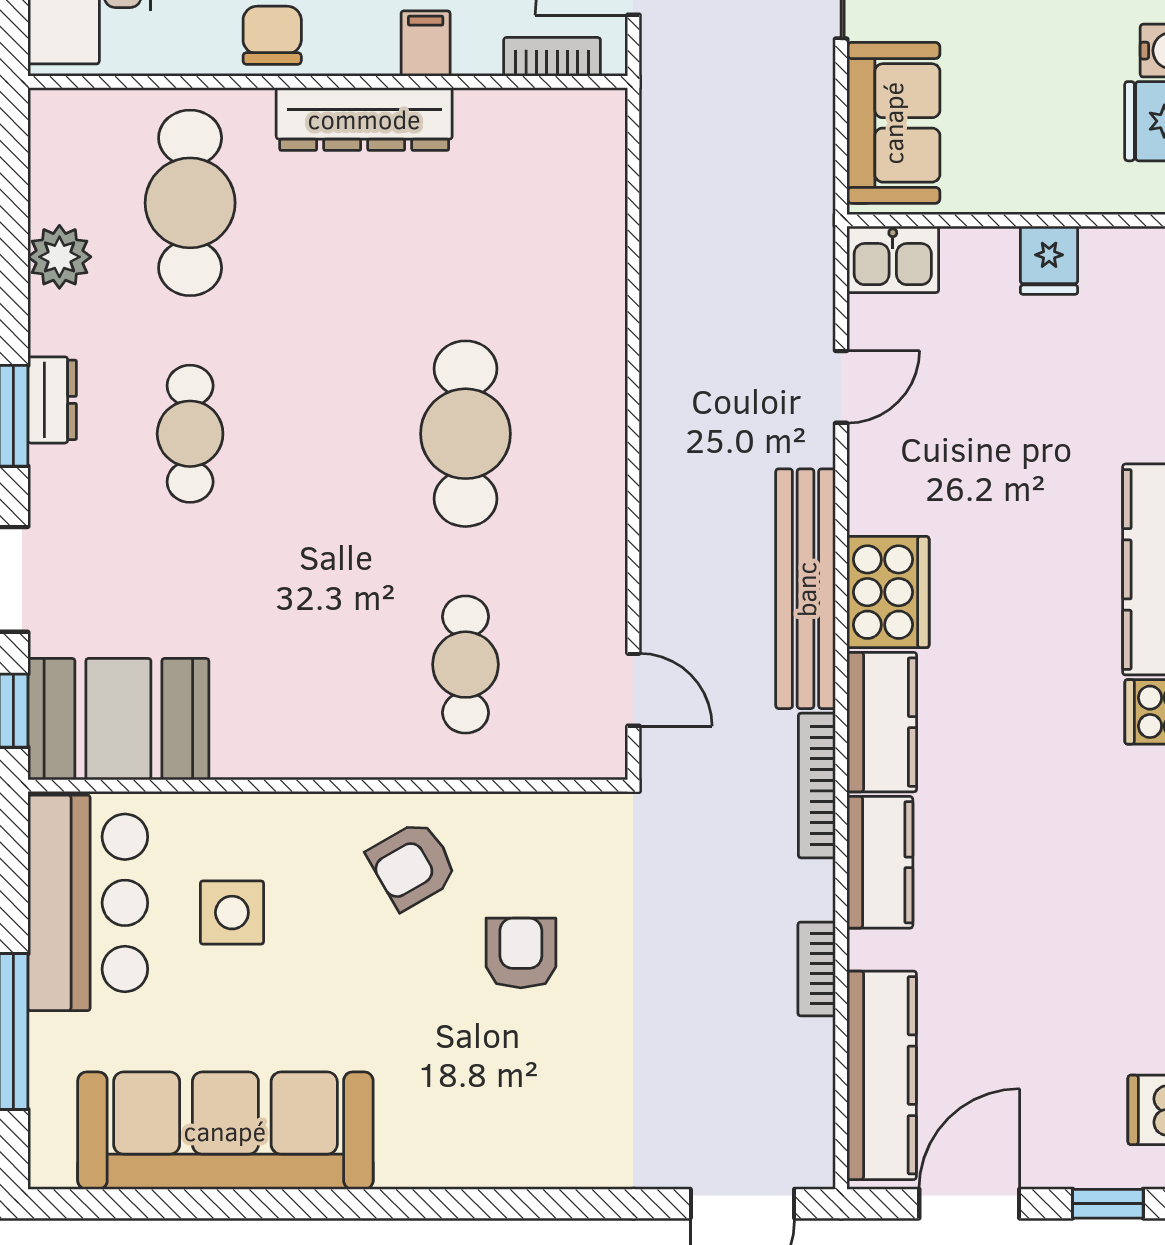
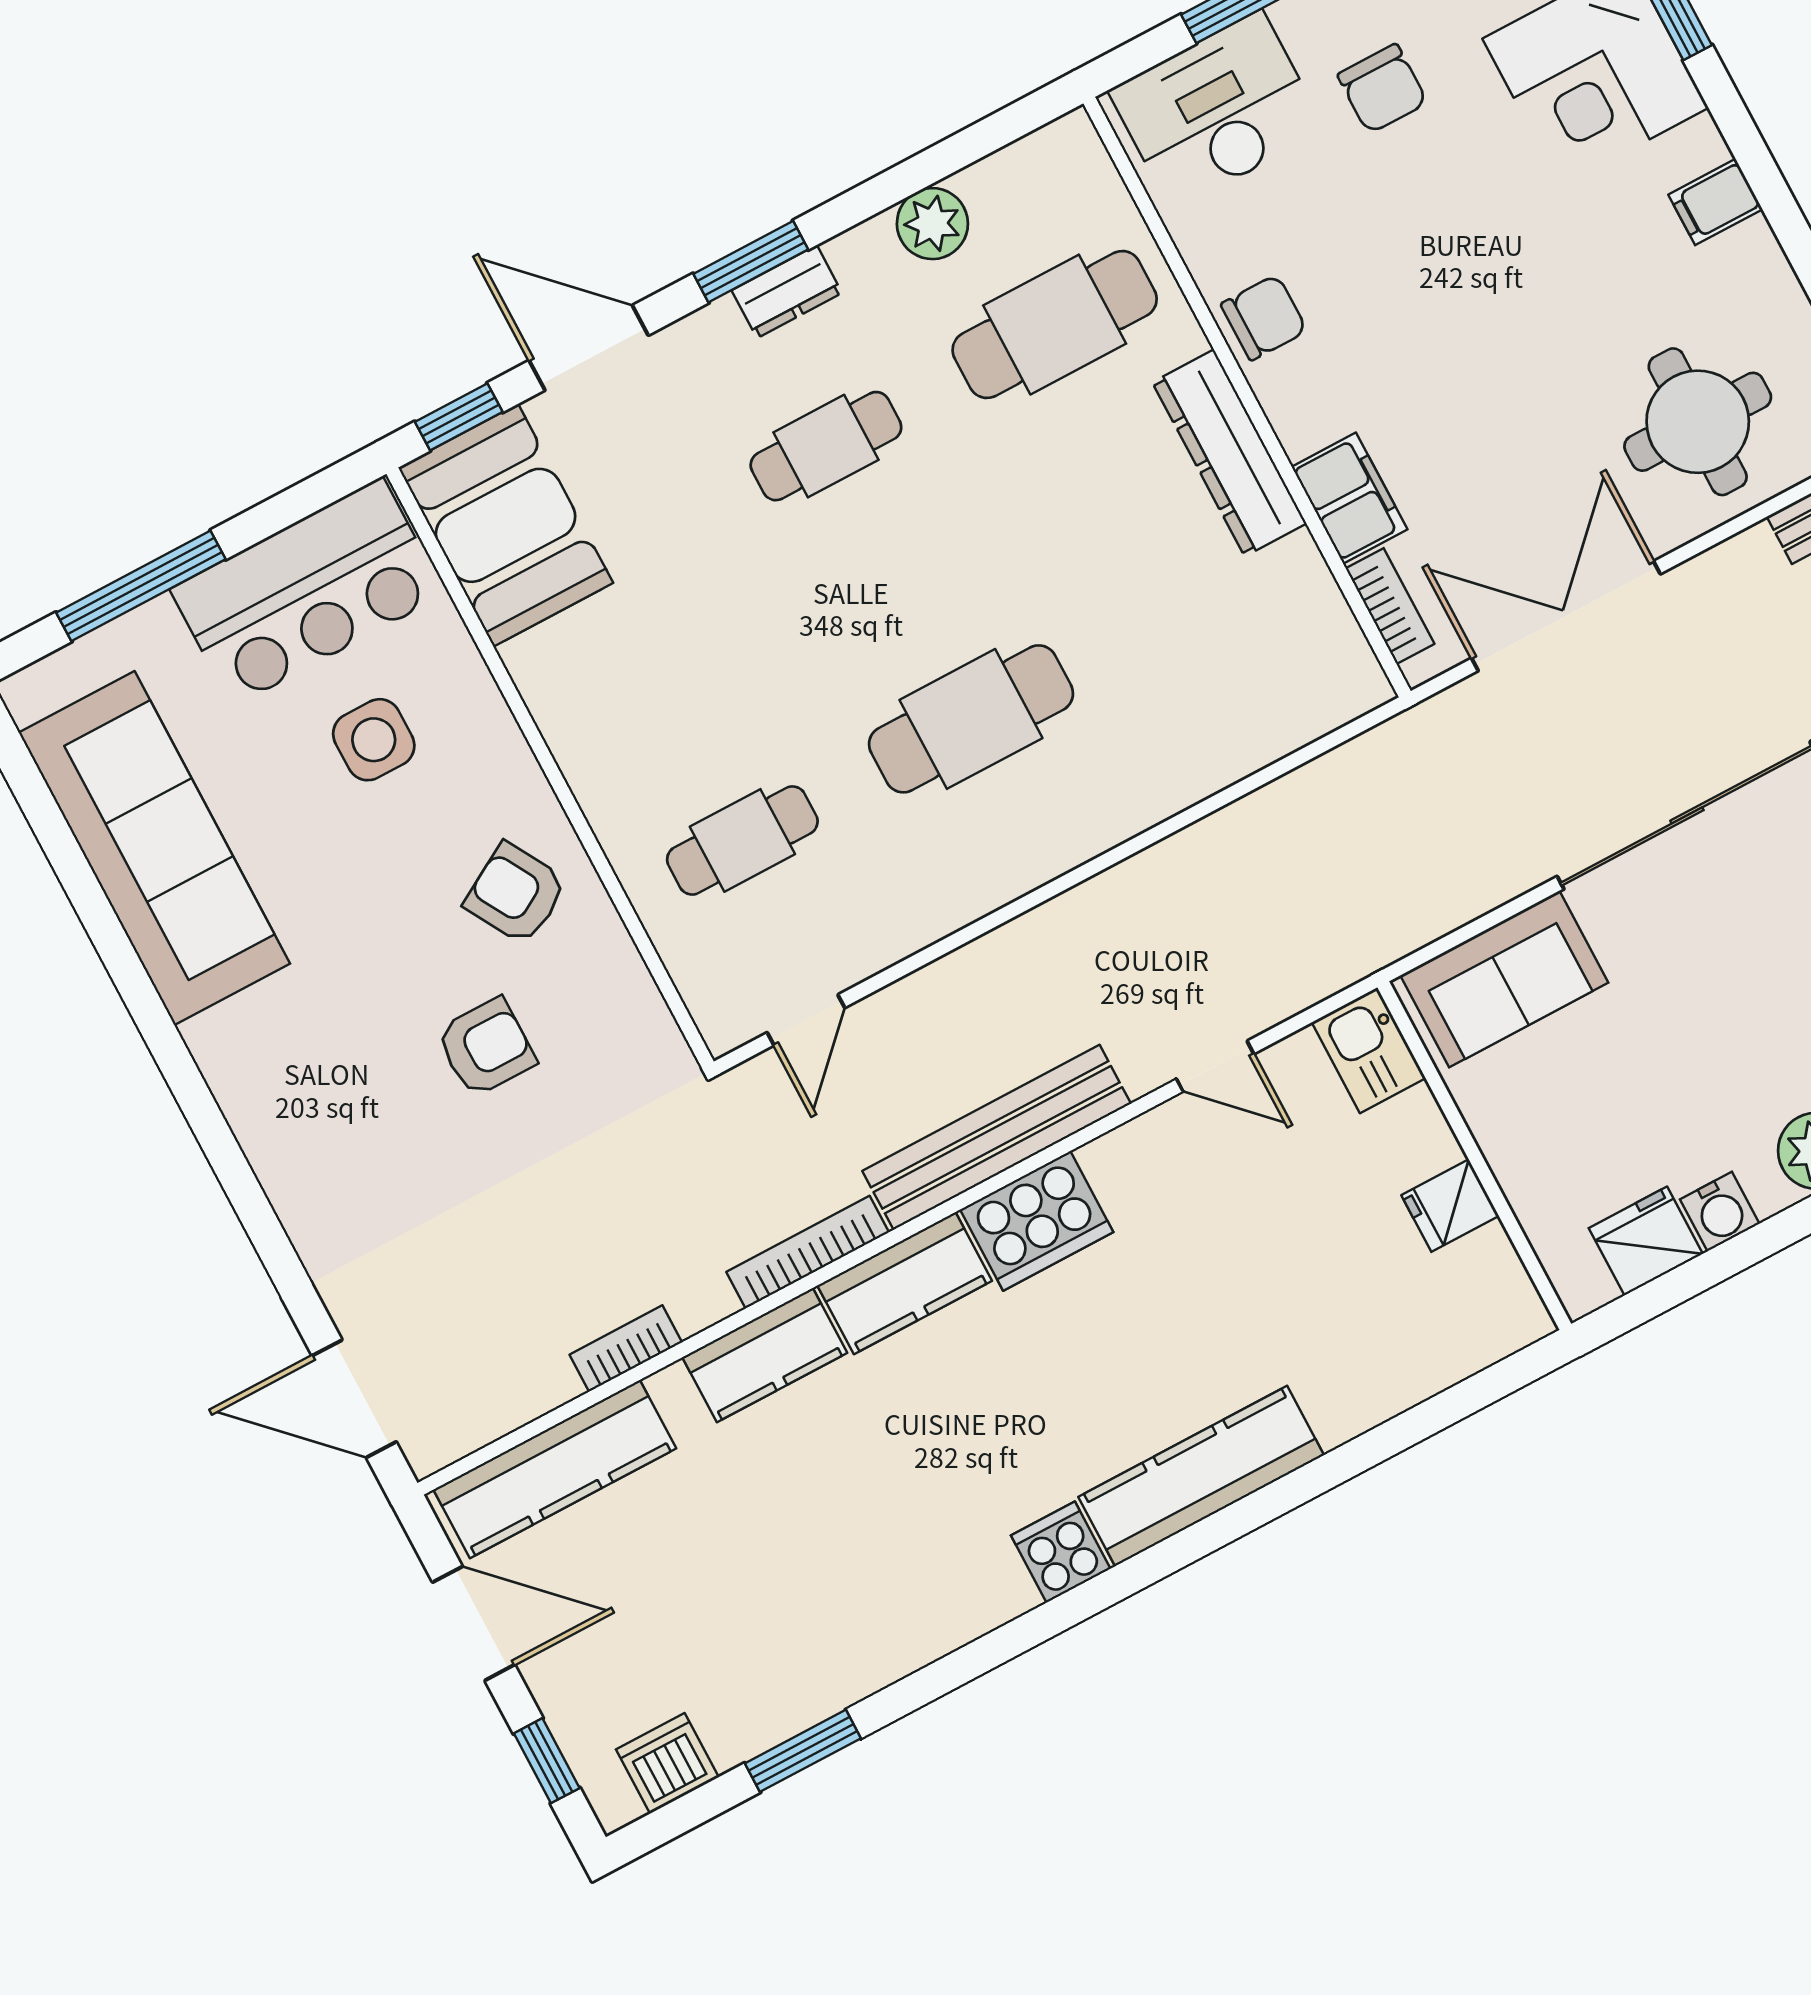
filing cabinet: (426, 43) -> (1349, 498), width x2.00

